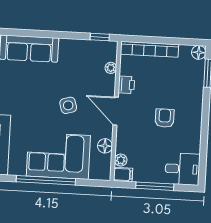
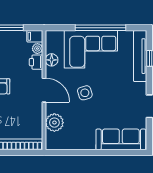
window: (100, 37) -> (61, 153), removed
plant: (111, 68) -> (54, 123), width x1.87, depth x1.87
printer: (126, 85) -> (36, 62), moved

